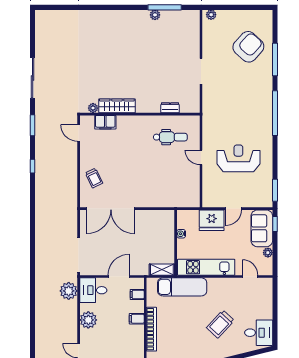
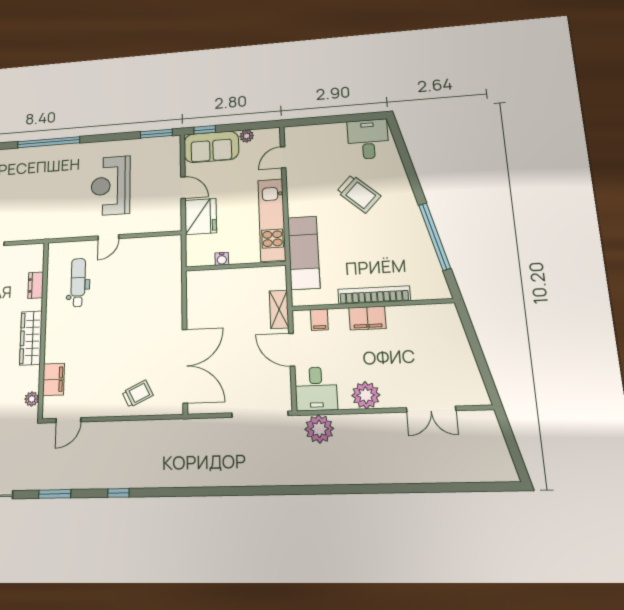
wardrobe: (117, 106) -> (31, 338), moved
shelving: (162, 270) -> (279, 309), moved
filing cabinet: (137, 319) -> (367, 318), width x2.00

